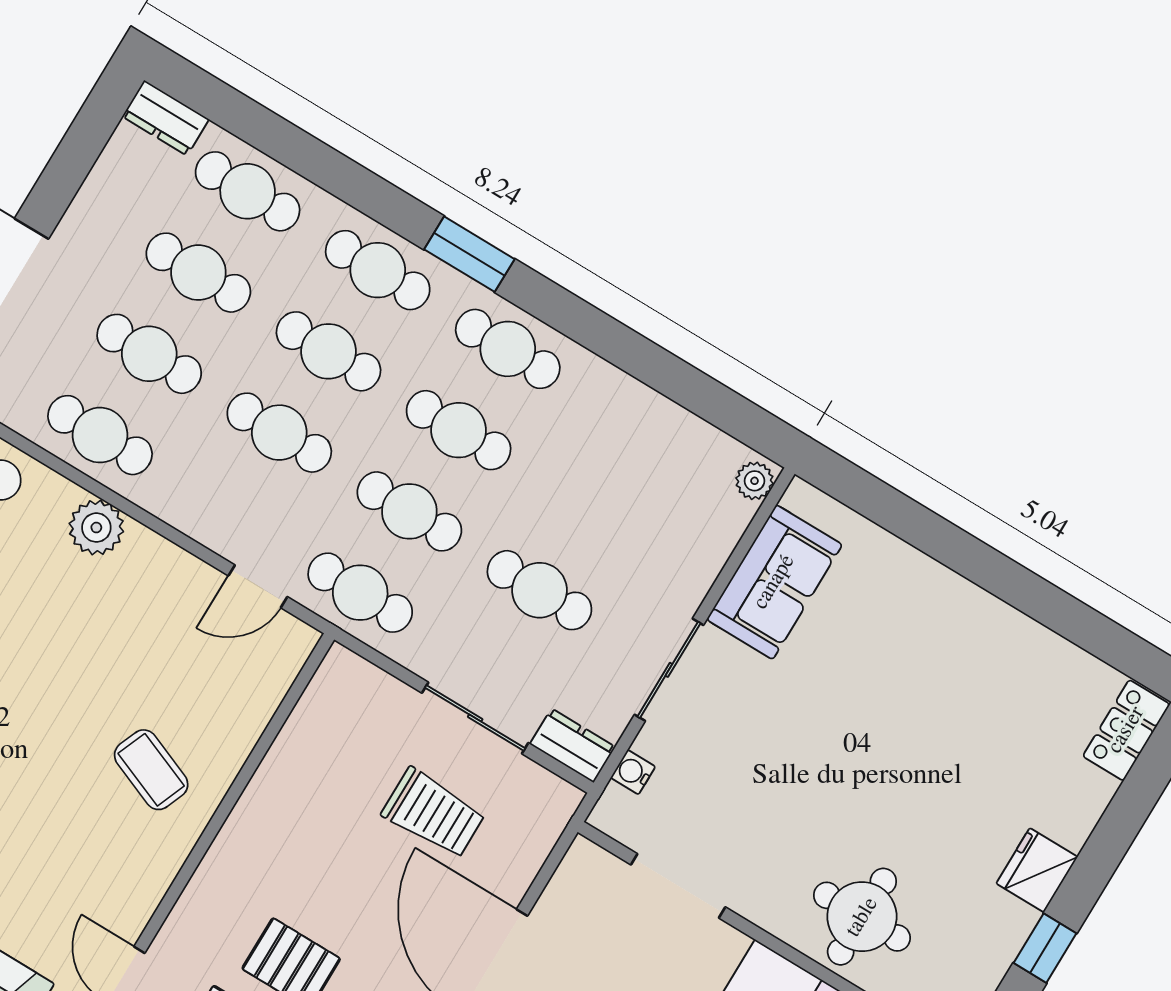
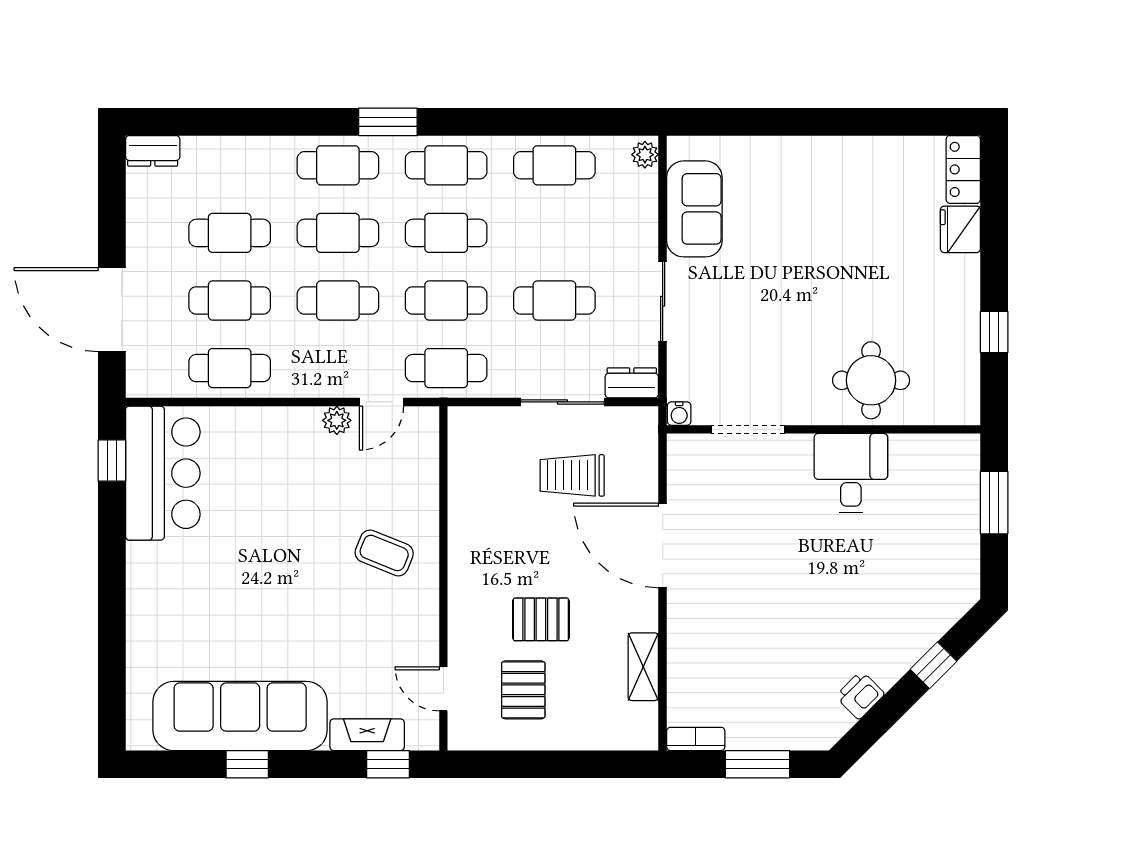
cafe table: (248, 191) -> (554, 165), moved
plant: (96, 528) -> (337, 420), moved, width x0.73, depth x0.73
water cooler: (633, 772) -> (679, 414), moved, turned -90
trolley: (433, 813) -> (572, 475), turned 180
fridge: (1037, 870) -> (960, 229), moved

